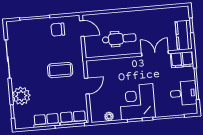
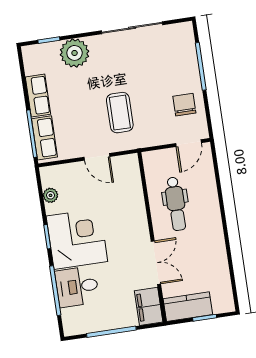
desk: (183, 93) -> (77, 287), moved, turned 90

